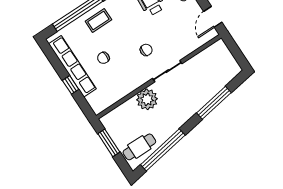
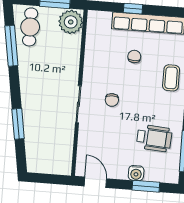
plant: (147, 99) -> (71, 22), moved
window: (214, 103) -> (18, 124), width x0.69
window: (163, 150) -> (11, 46), width x0.68

